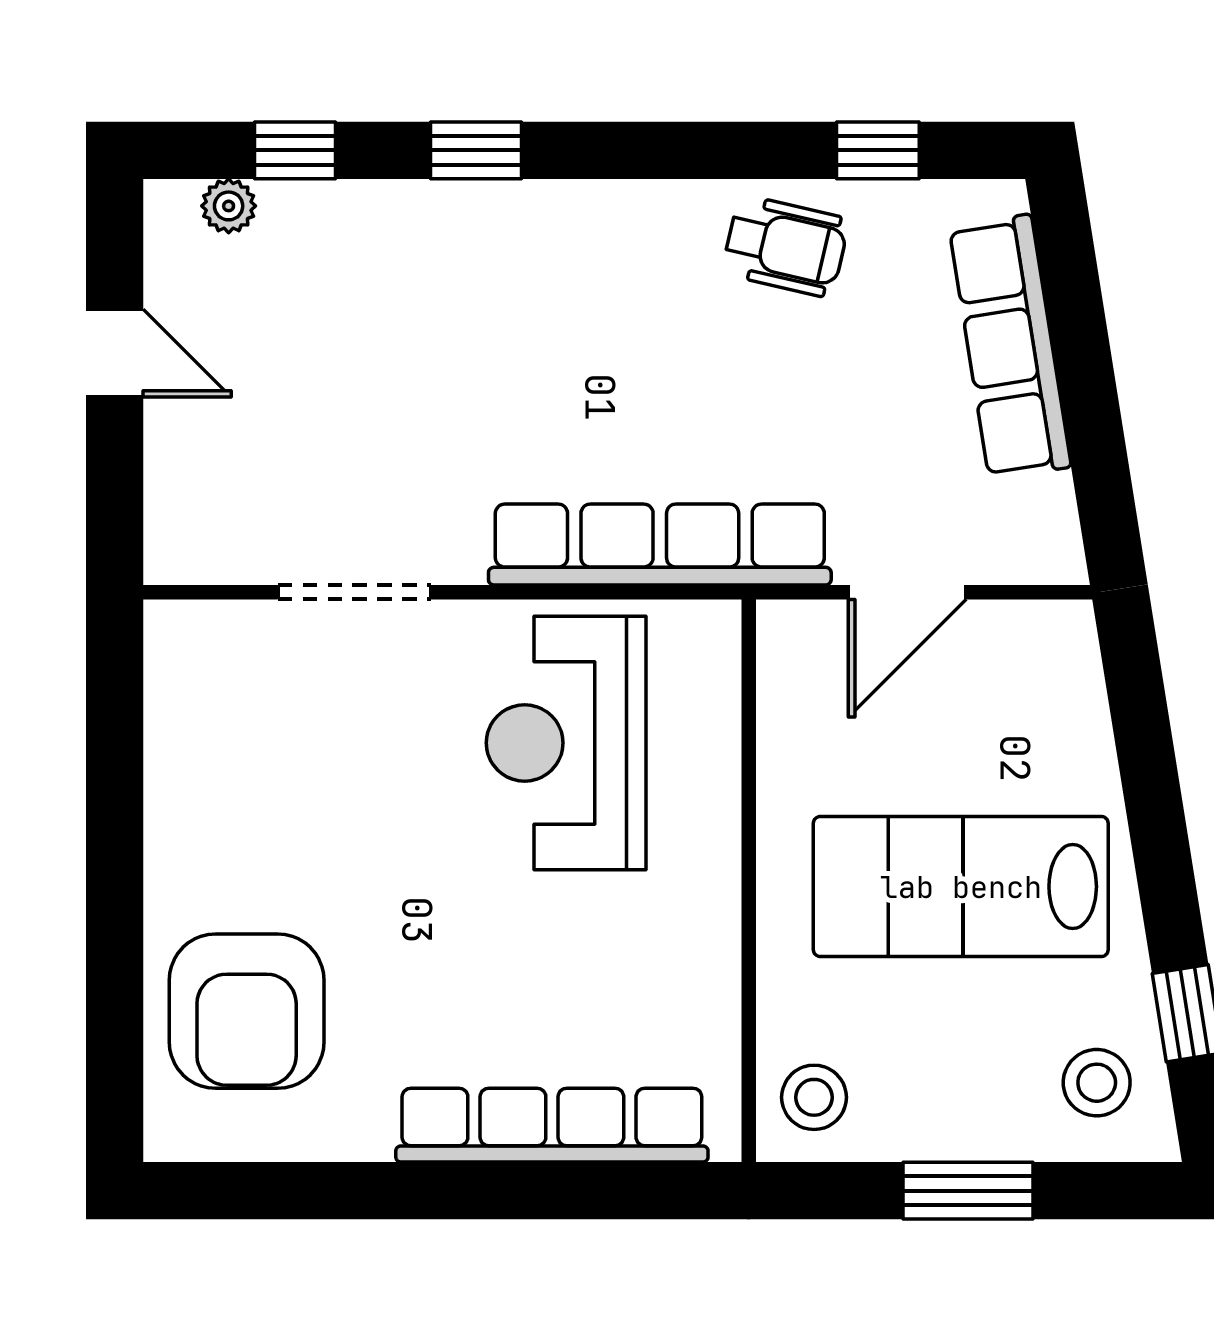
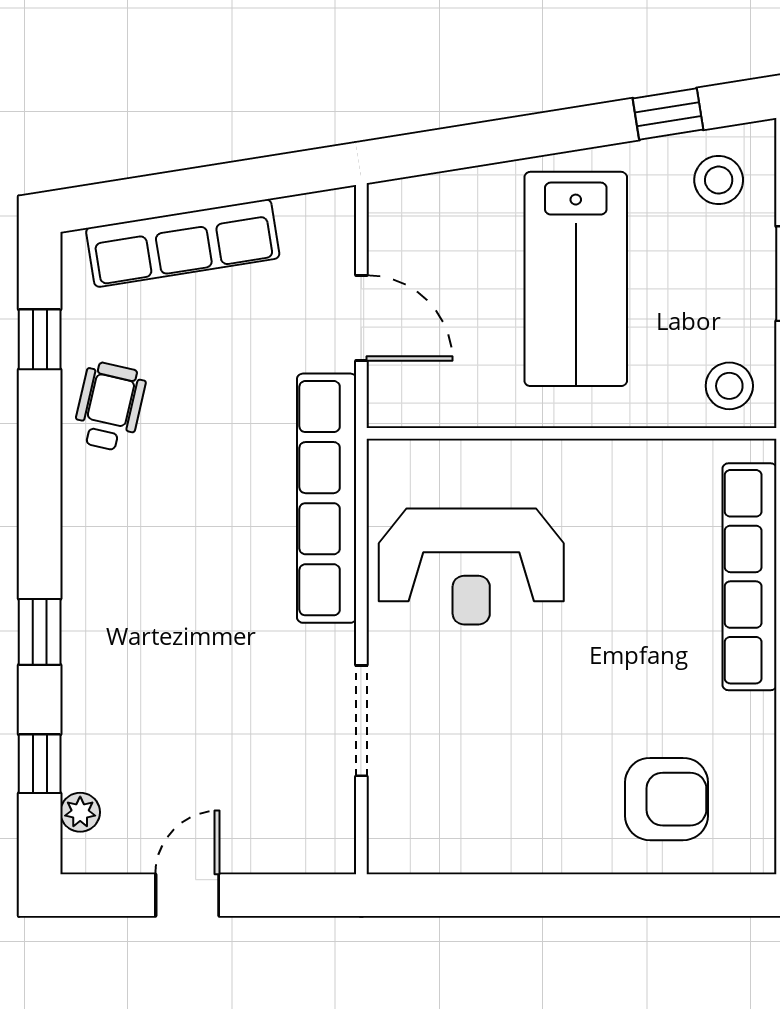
armchair: (247, 1011) -> (667, 799), width x0.73, depth x0.73

